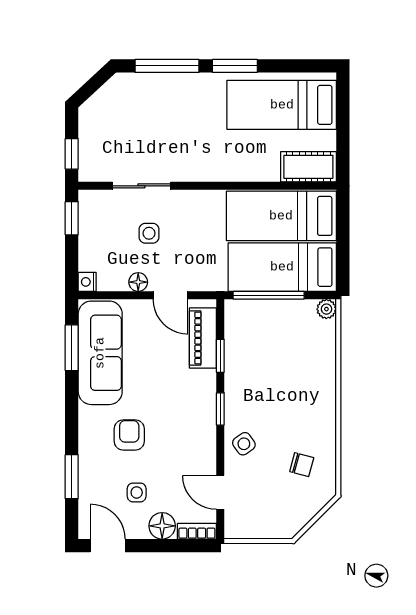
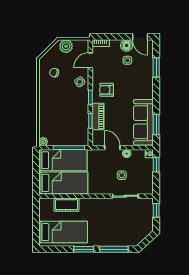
cot: (308, 167) -> (67, 205), moved
window: (72, 218) -> (156, 165), moved
piano: (203, 338) -> (98, 117), moved
armchair: (129, 435) -> (107, 90), moved, turned 90
door: (220, 492) -> (90, 60), swing flipped
plant: (275, 524) -> (66, 46), added
floor lamp: (162, 526) -> (127, 46), moved

